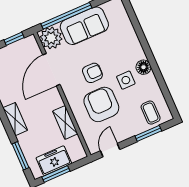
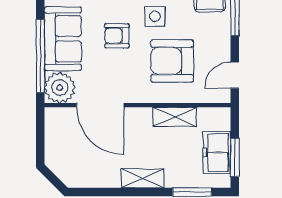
window: (14, 39) -> (40, 135), removed
armchair: (92, 73) -> (117, 36), moved, turned -90
door: (110, 150) -> (235, 75), hinge flipped

